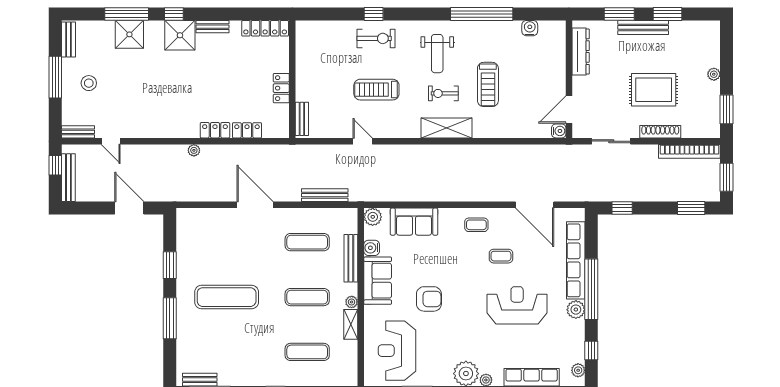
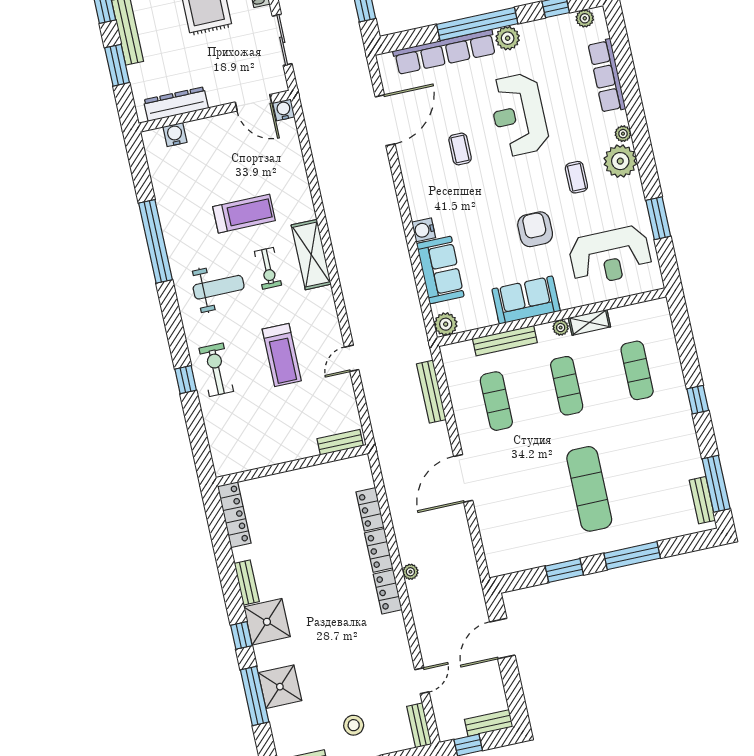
water cooler: (530, 28) -> (175, 135), moved, turned 90
locker: (281, 88) -> (388, 592), moved, turned 90
bench: (68, 178) -> (489, 723), width x0.73
coffee table: (476, 225) -> (576, 177), moved
water cooler: (372, 248) -> (424, 230), moved, turned 90

